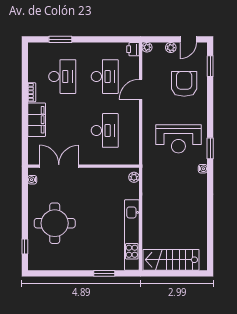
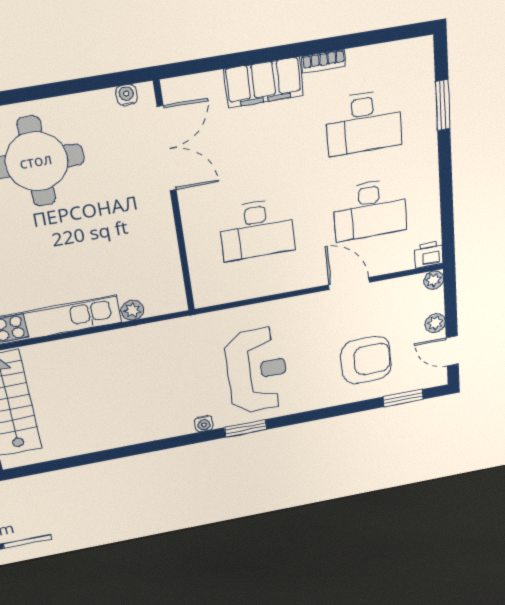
reception desk: (178, 139) -> (257, 371), turned 180
plant: (134, 177) -> (133, 310), moved

